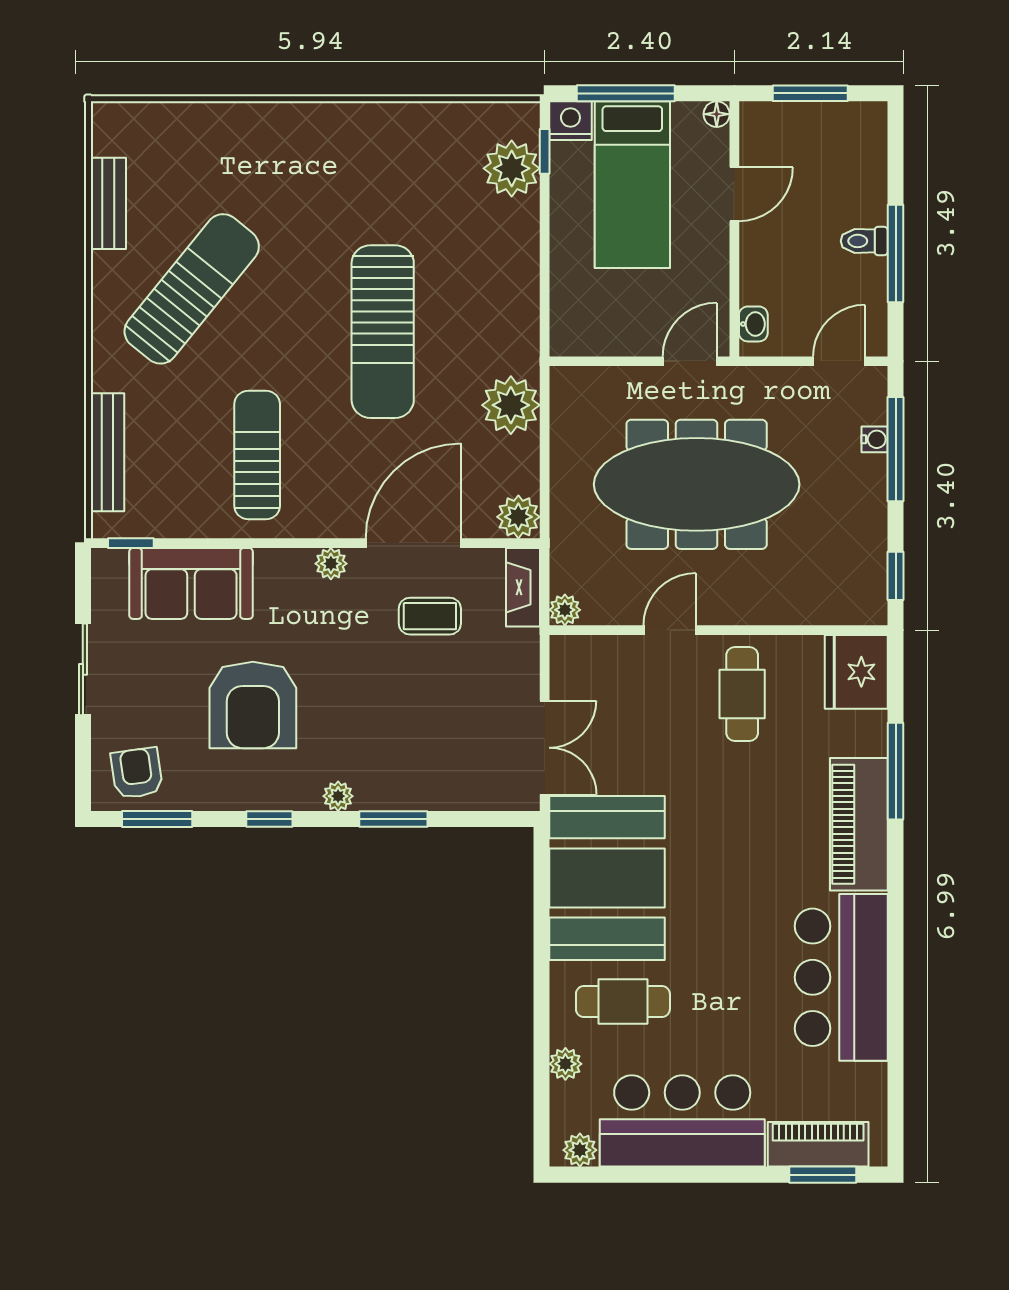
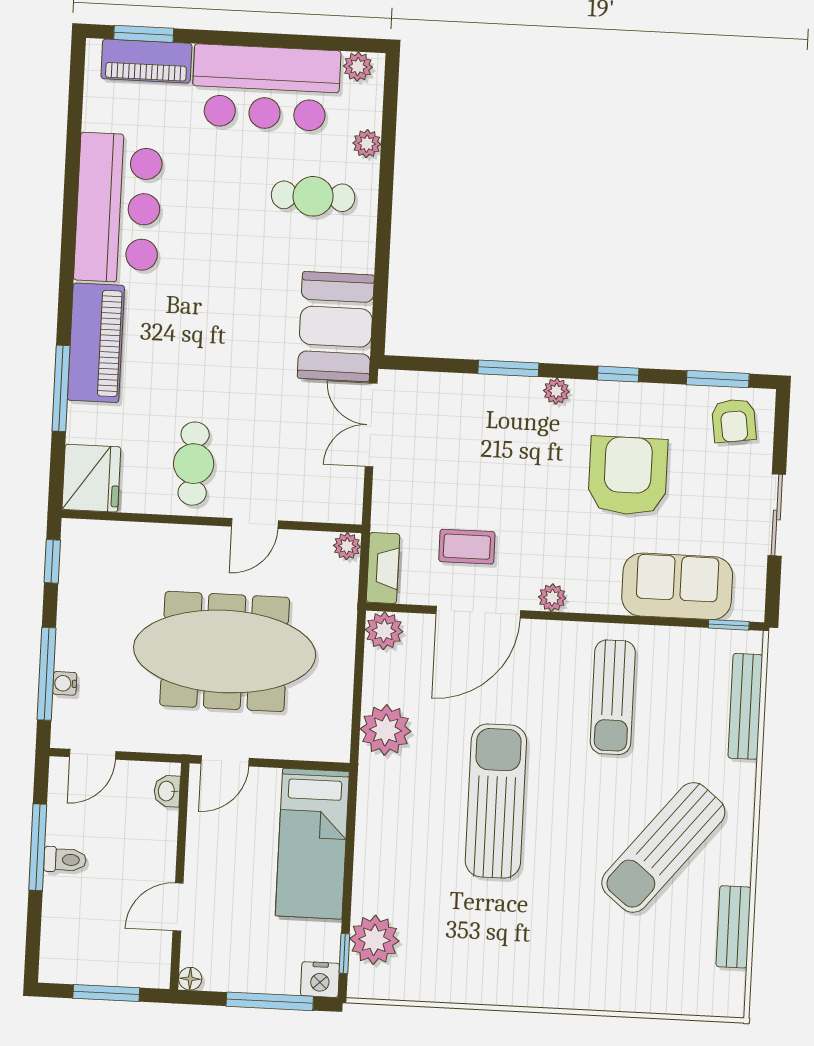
bed: (632, 185) -> (312, 844), moved, turned 180
booth: (607, 878) -> (336, 327), width x0.73, depth x0.70

